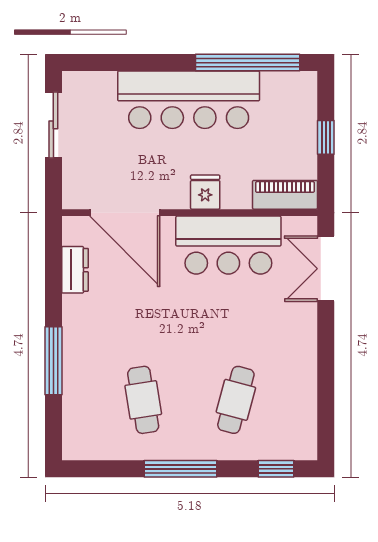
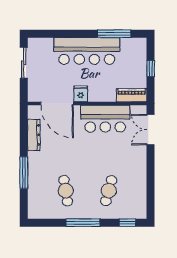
window: (248, 63) -> (114, 34), width x0.68
fridge: (205, 192) -> (81, 94), moved
dresser: (75, 270) -> (34, 135), width x1.44

